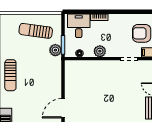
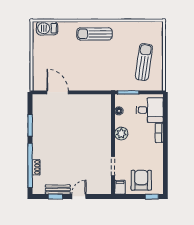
plant: (55, 50) -> (123, 84), removed

